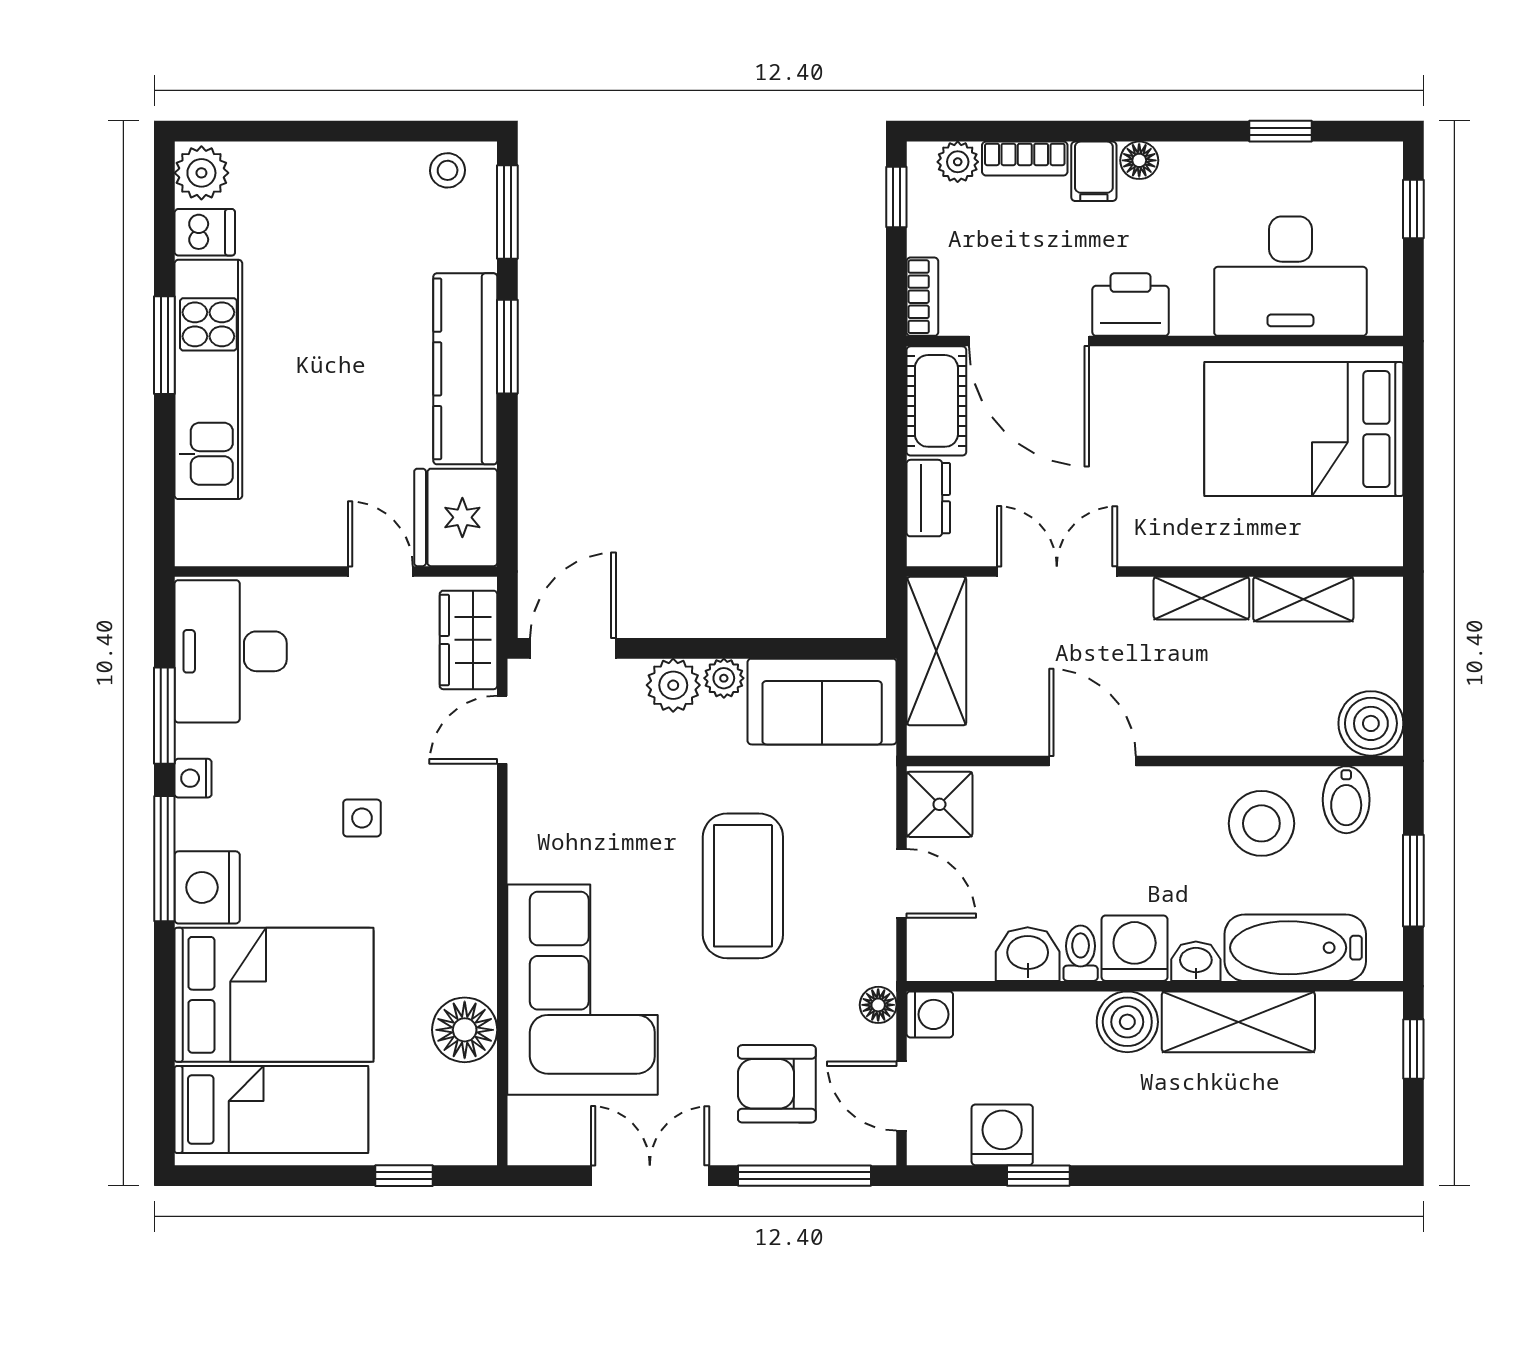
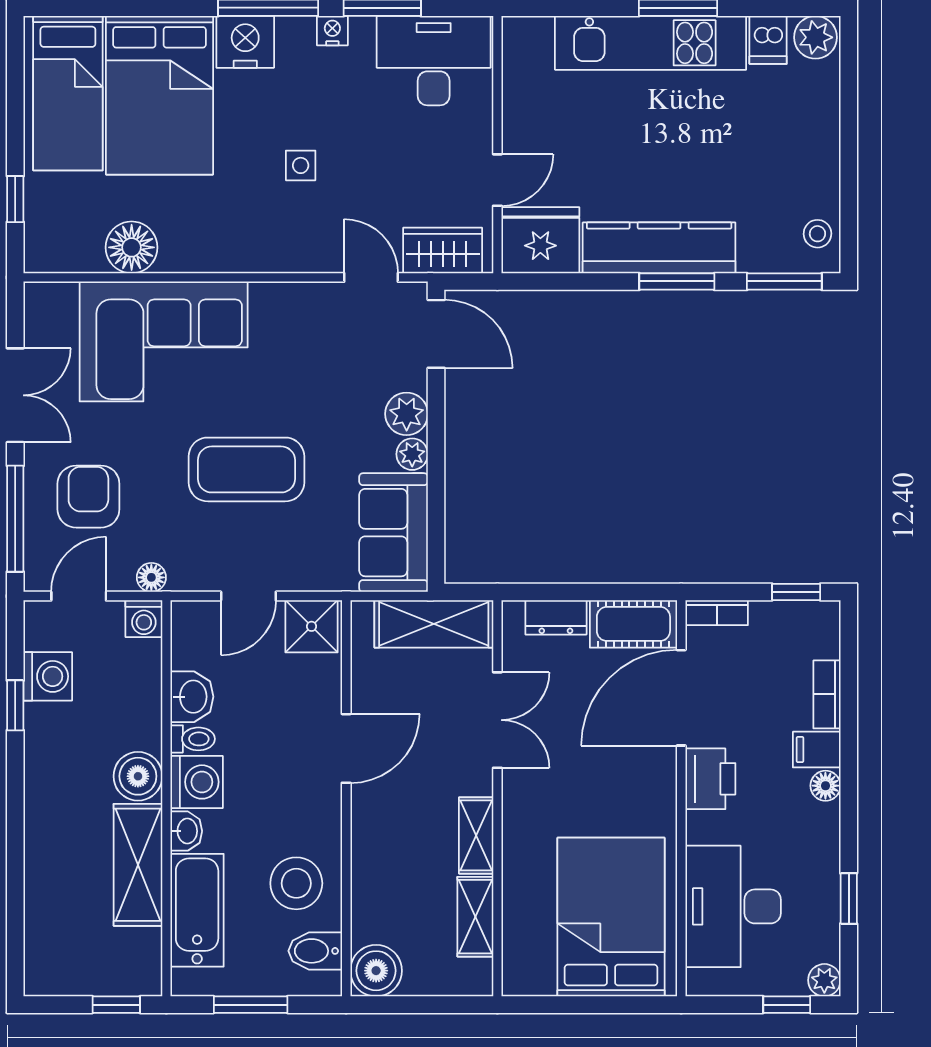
plant: (958, 162) -> (824, 980), moved

